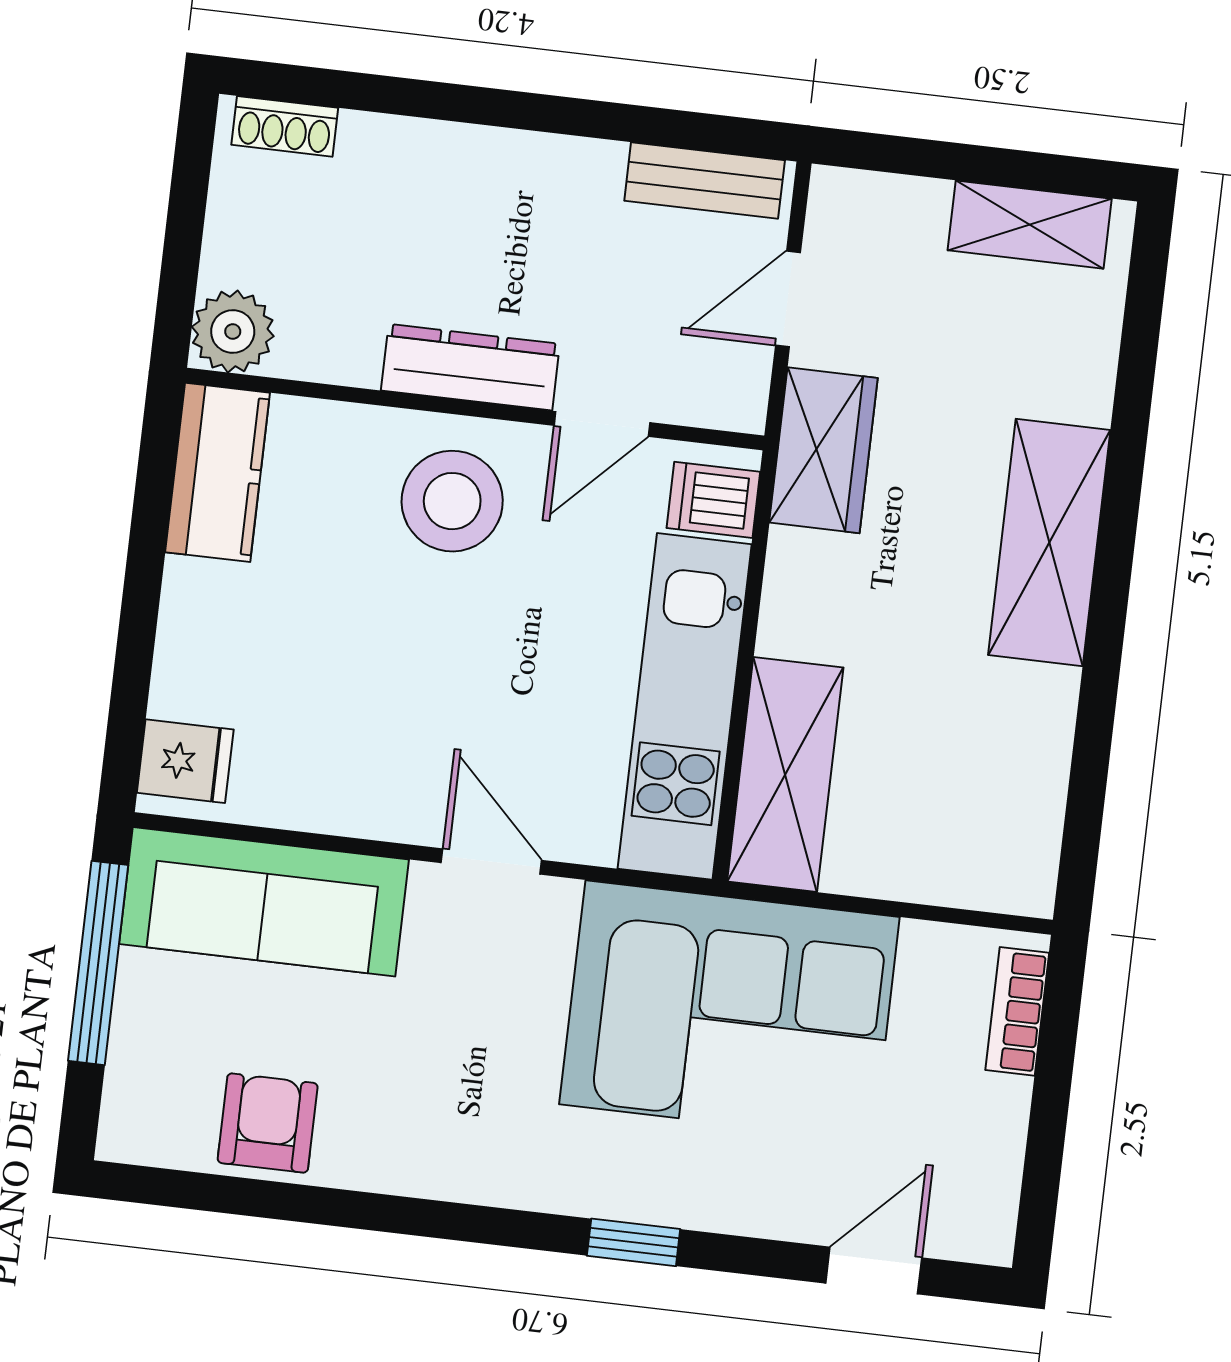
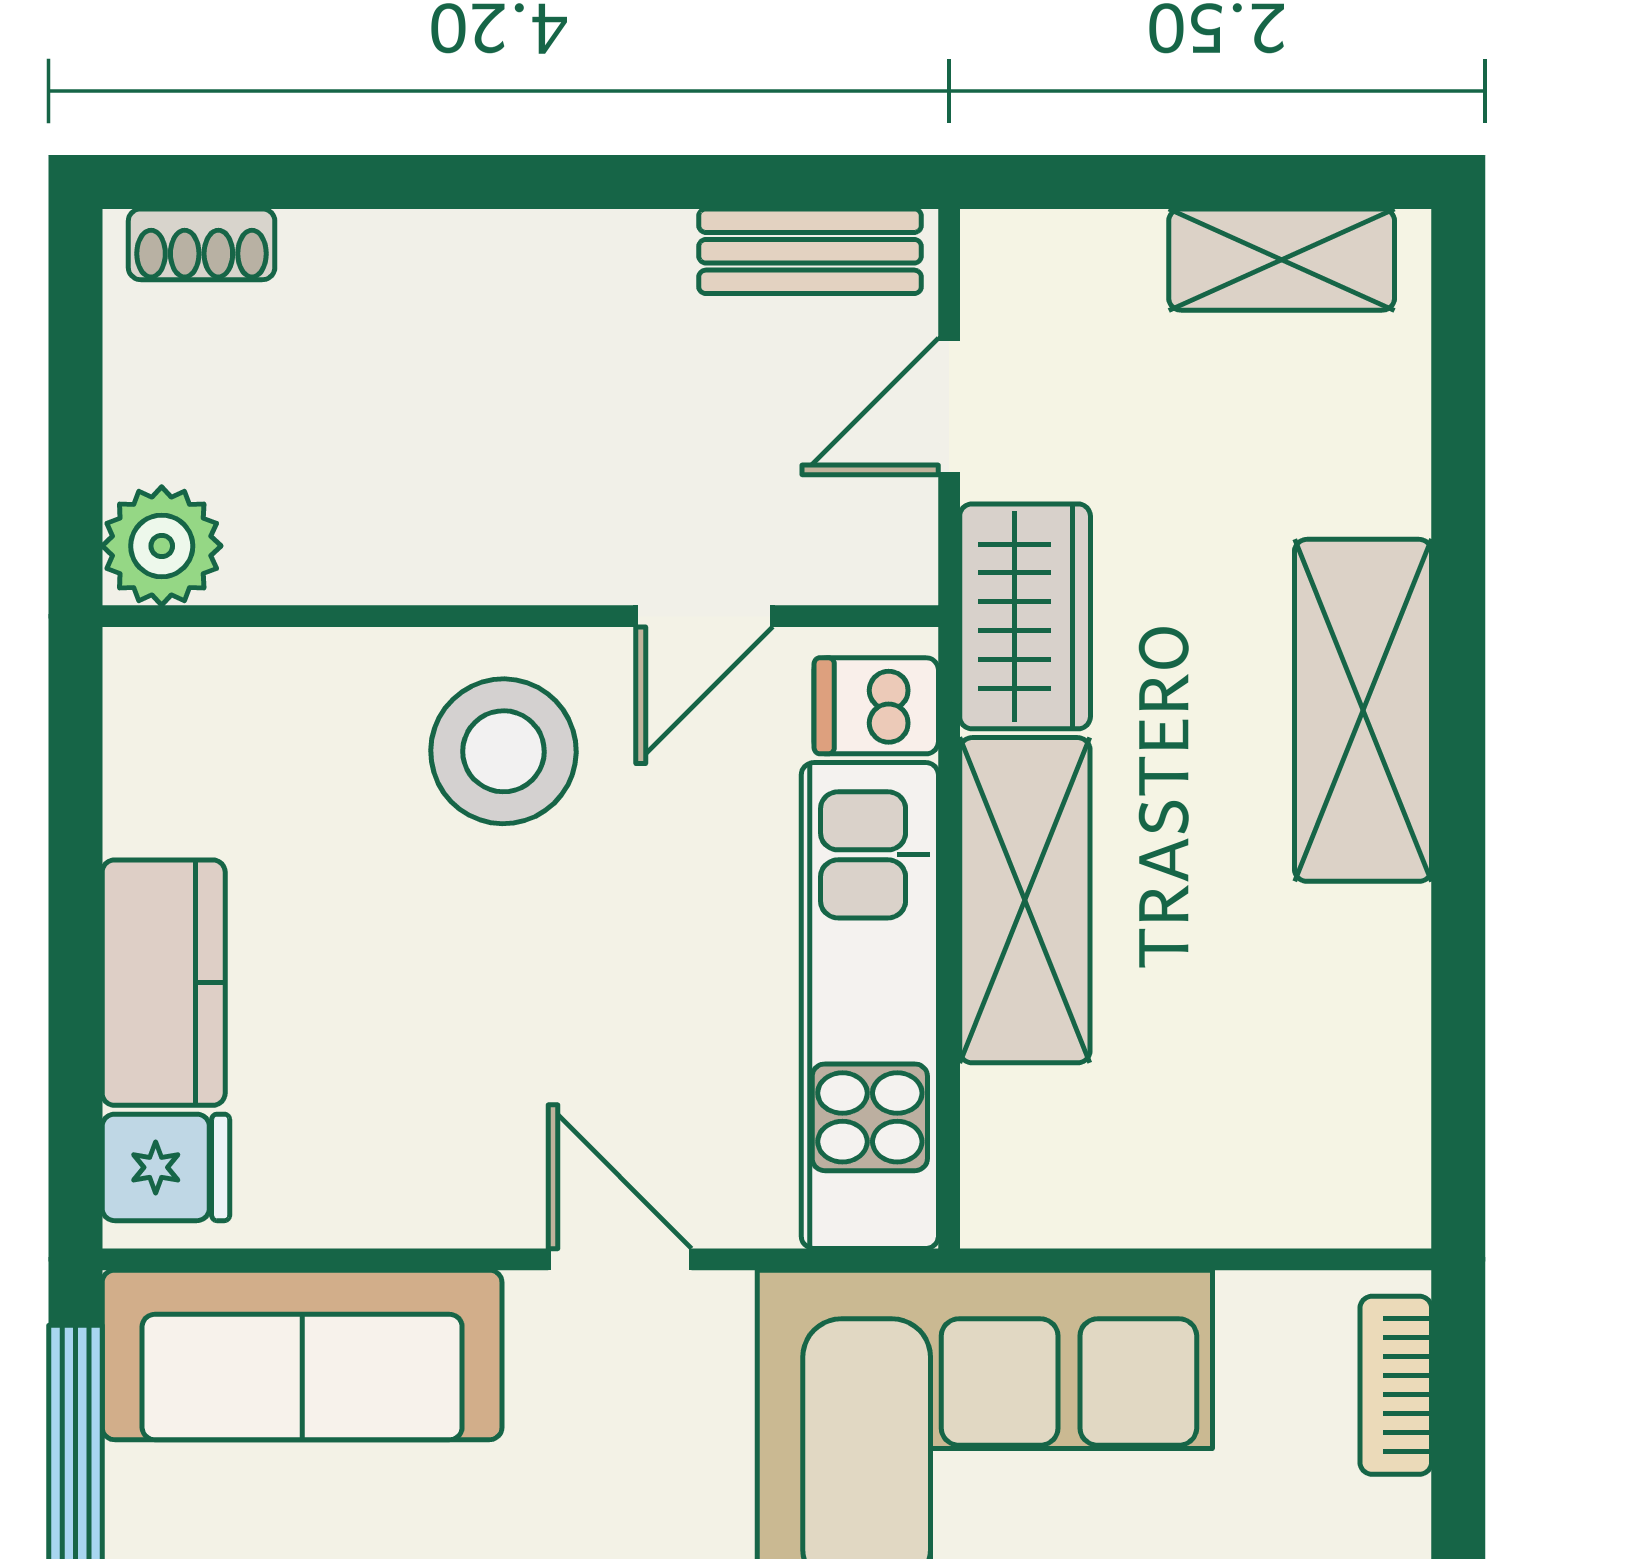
dresser: (470, 367) -> (507, 557), removed
kitchen counter: (218, 472) -> (164, 983), moved
shelving: (785, 775) -> (1025, 900), moved

